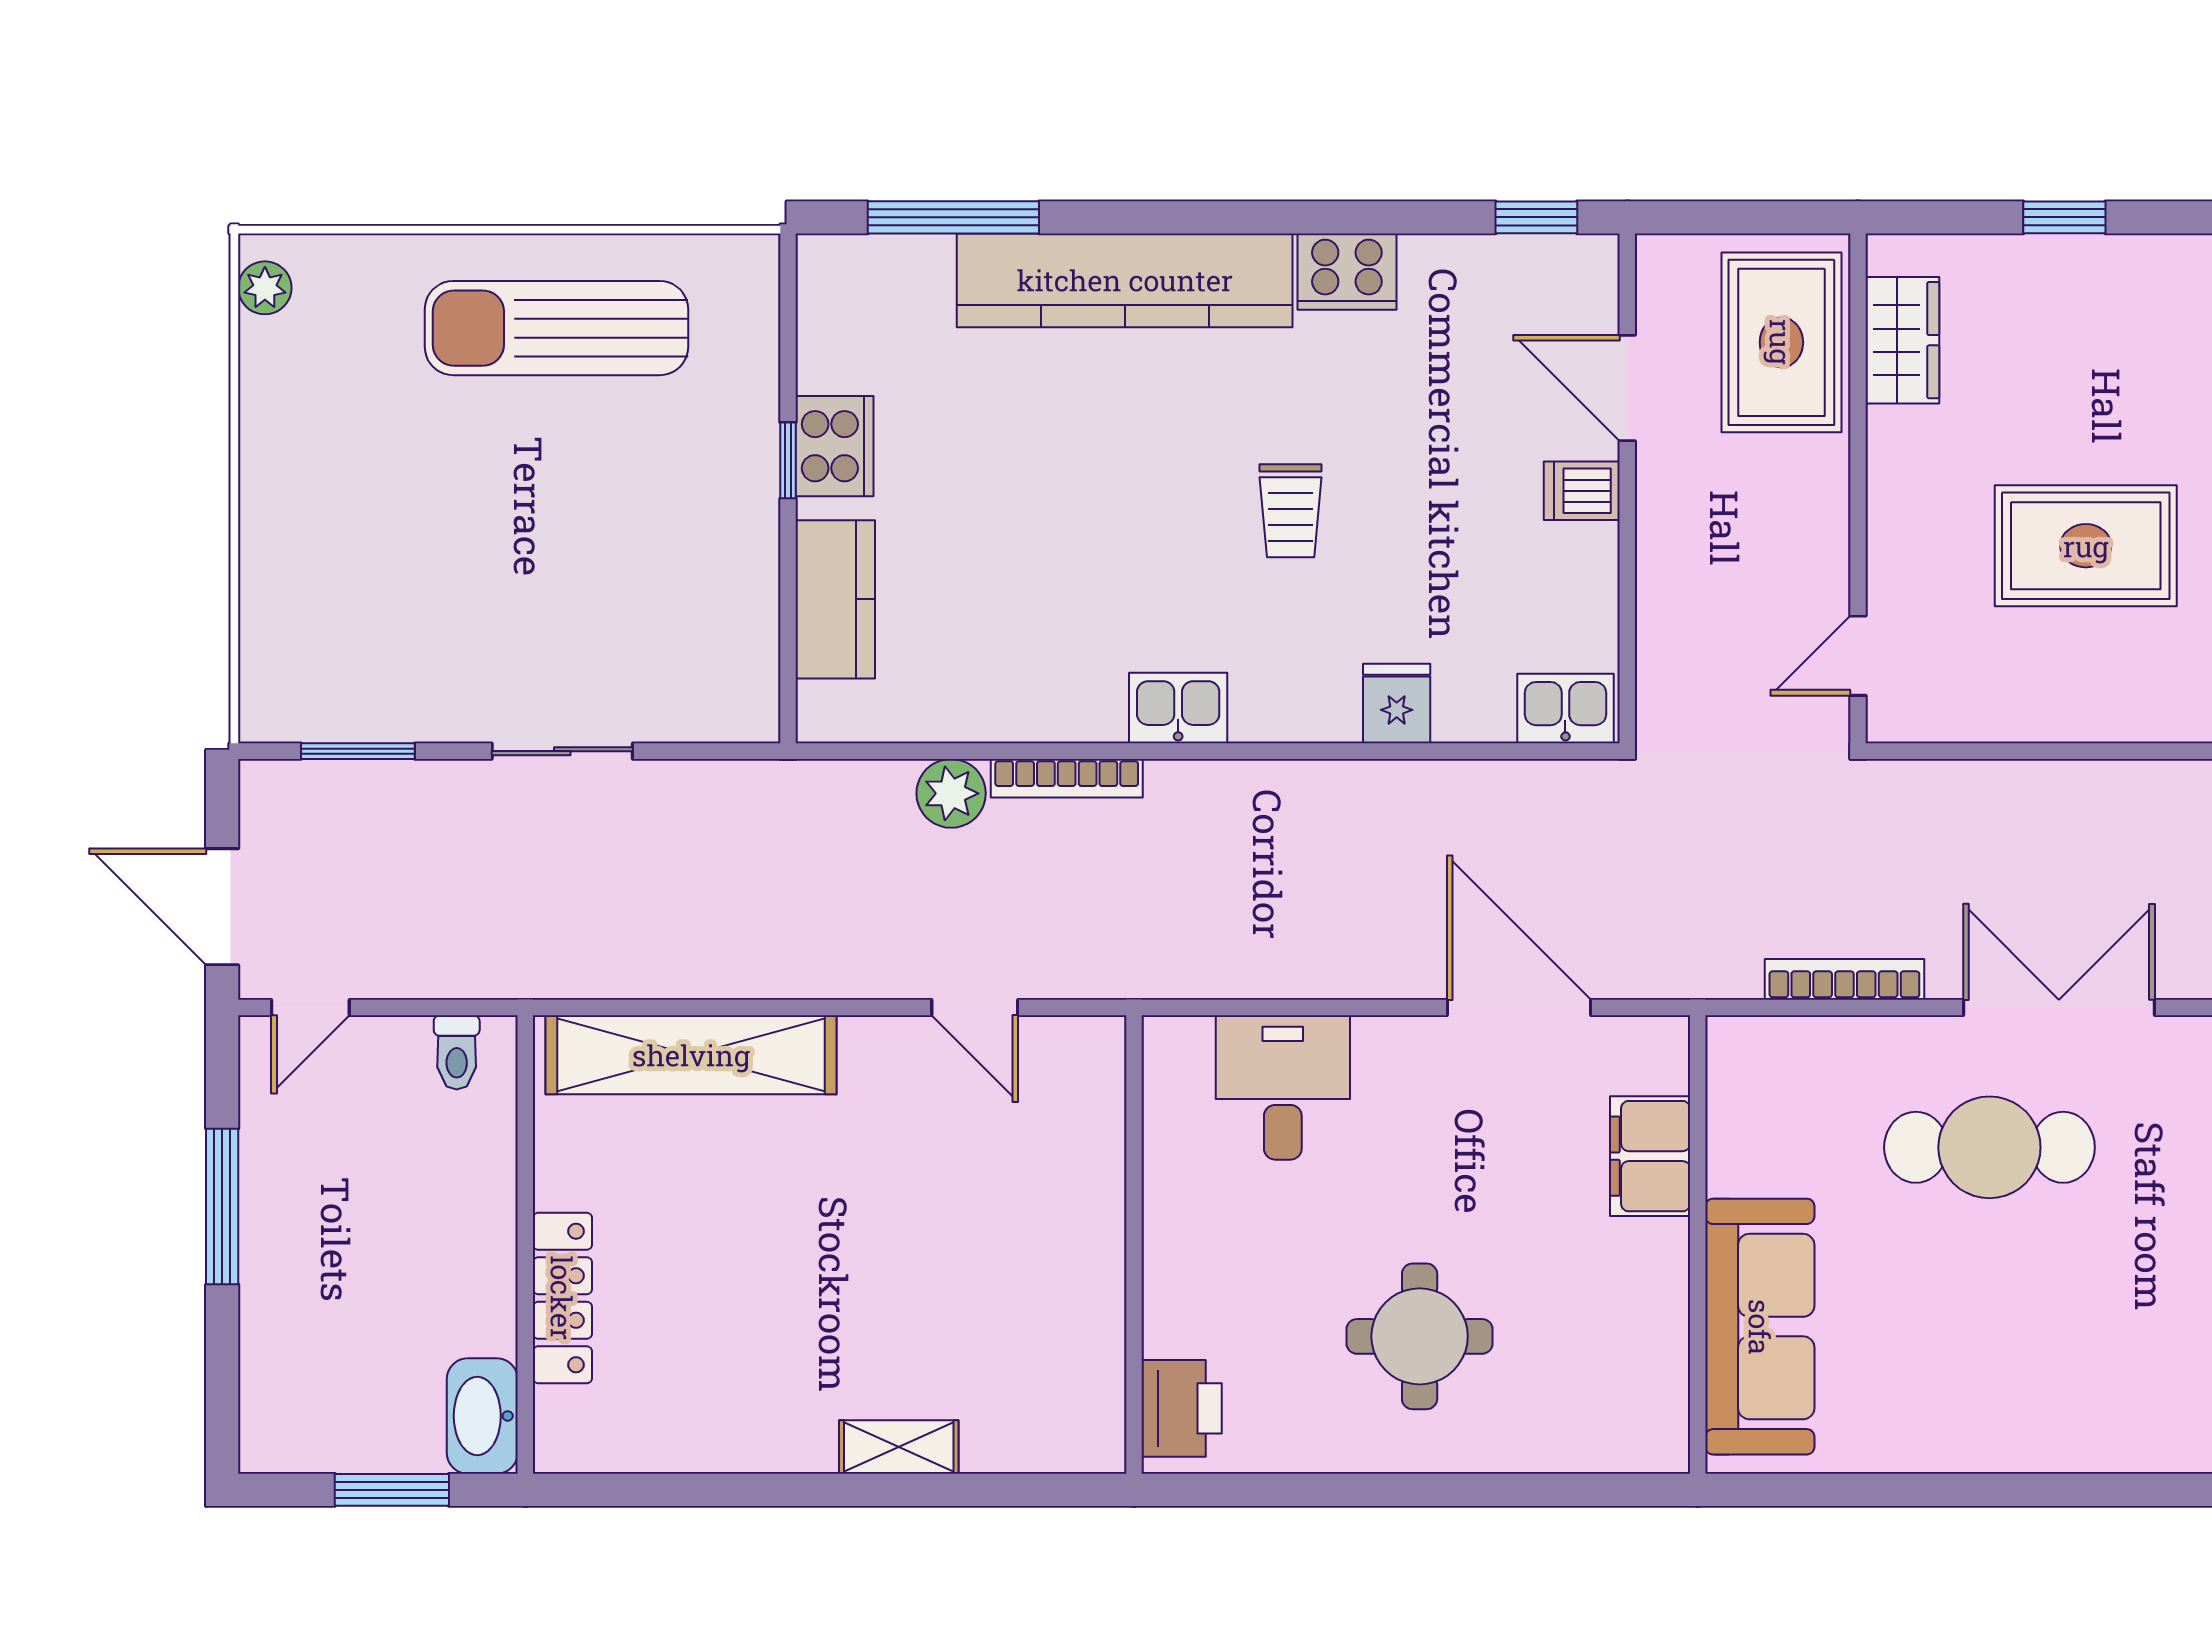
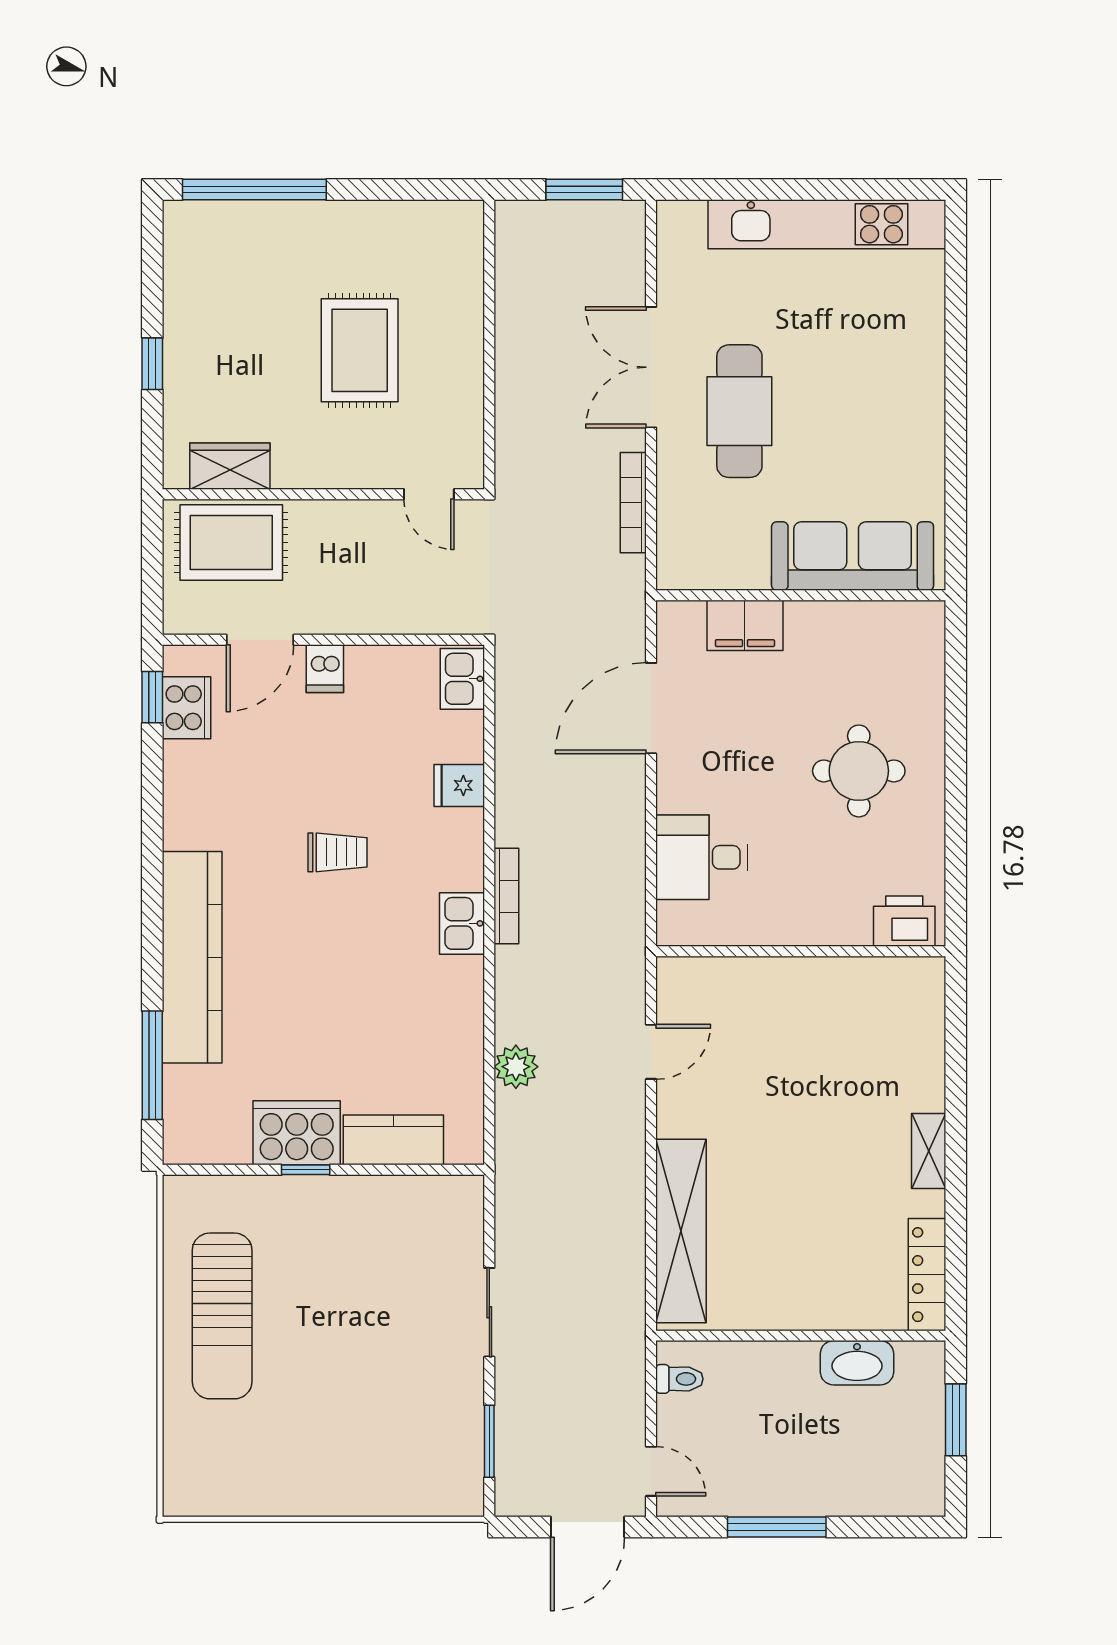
cooker: (1347, 272) -> (187, 708), moved
plant: (265, 288) -> (197, 1500), removed
cooker: (834, 446) -> (297, 1133), width x1.37, depth x1.31
bookcase: (1067, 778) -> (506, 896), moved
locker: (562, 1298) -> (927, 1275), moved, turned -90
washbasin: (482, 1416) -> (857, 1363), moved
shelving: (899, 1447) -> (929, 1151), moved

